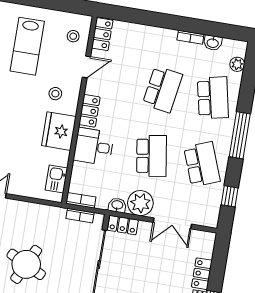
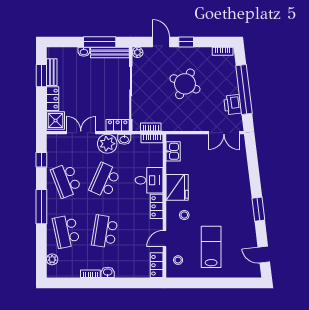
washbasin: (213, 43) -> (108, 272), moved
school desk: (152, 156) -> (105, 180), turned 33
shower: (203, 245) -> (55, 121), added

